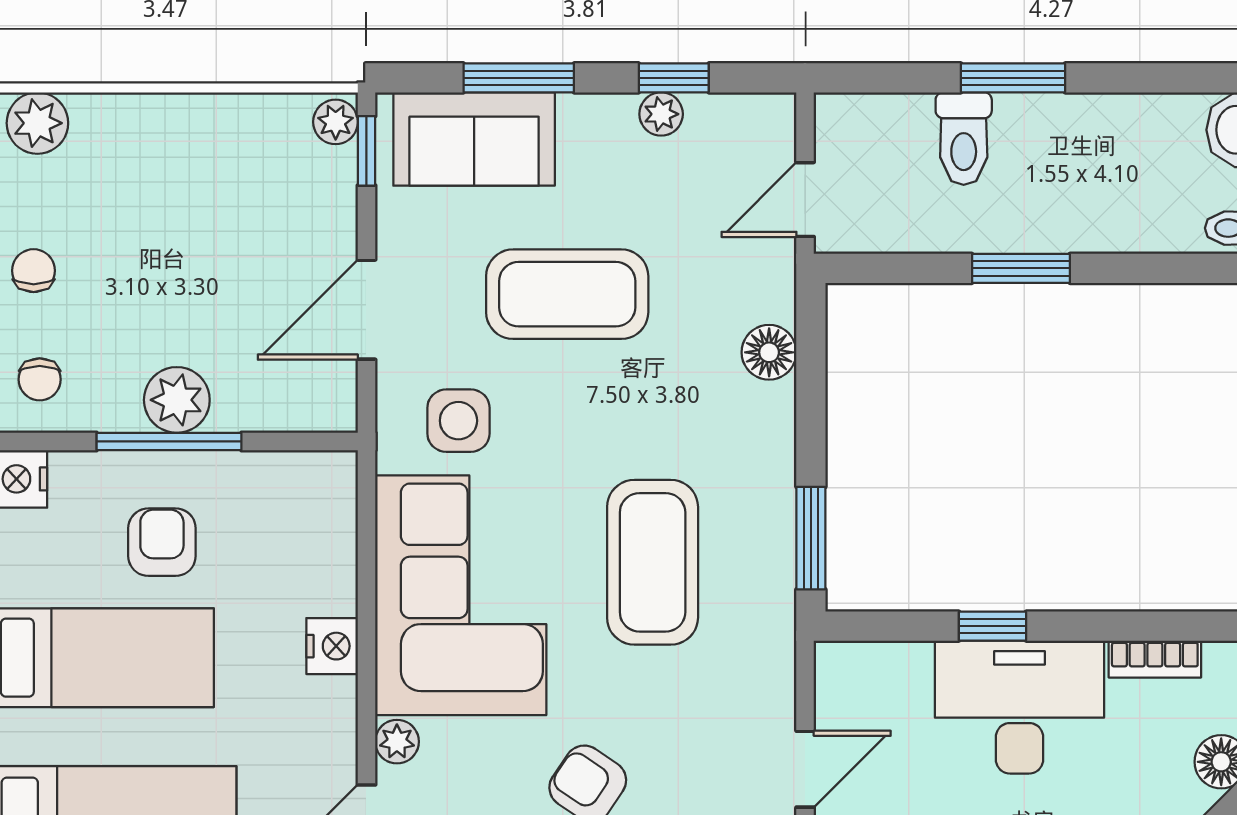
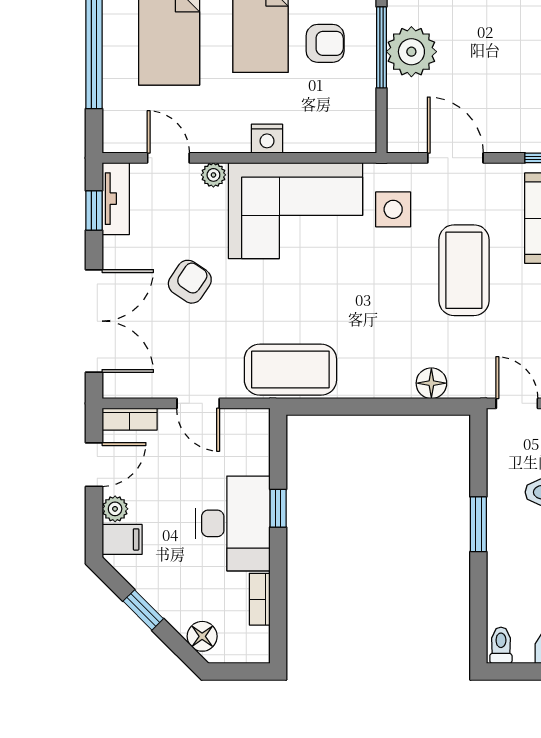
plant: (177, 400) -> (411, 52), width x1.36, depth x1.36
window: (811, 538) -> (327, 407), removed
coffee table: (653, 562) -> (290, 370), moved

